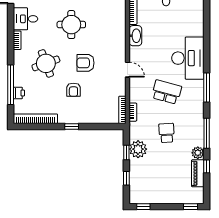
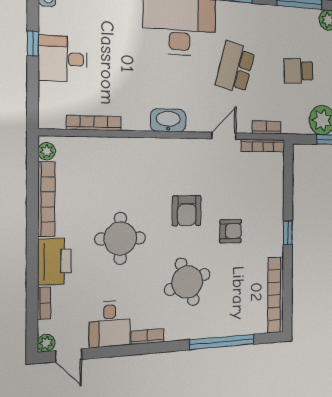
washbasin: (135, 36) -> (168, 120), moved
door: (128, 70) -> (224, 136), moved
printer: (19, 93) -> (235, 326), removed

